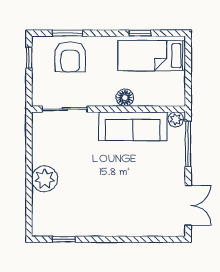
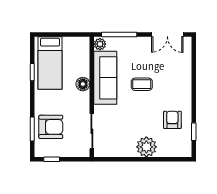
coffee table: (125, 173) -> (142, 84), added
double door: (188, 205) -> (167, 34), swing flipped
armchair: (79, 212) -> (172, 120), added

